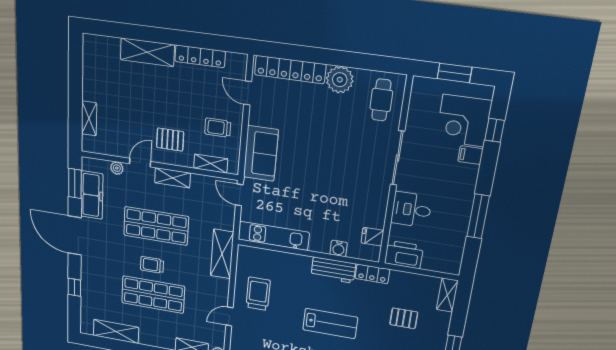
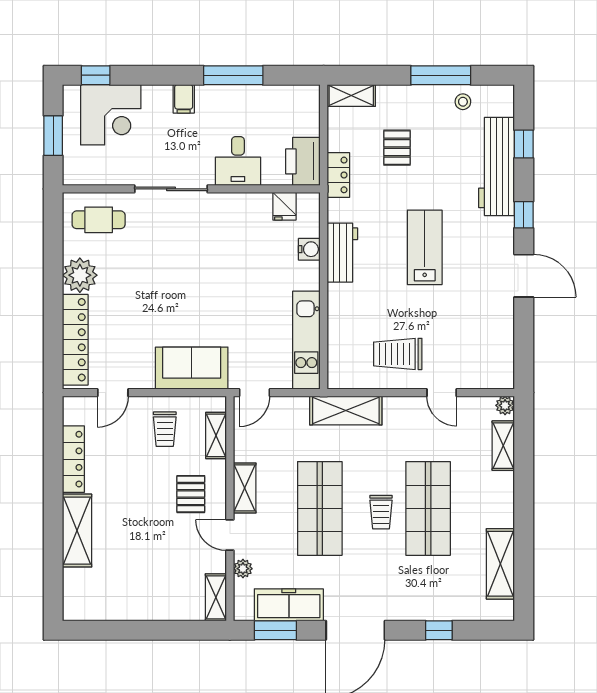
shelving: (89, 118) -> (216, 597), moved, turned 90
window: (495, 130) -> (96, 75), moved
filing cabinet: (470, 155) -> (184, 99), moved
locker: (372, 274) -> (338, 175), moved

